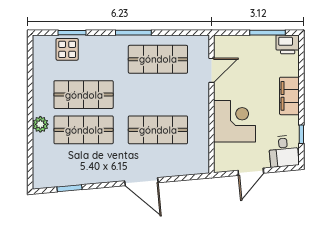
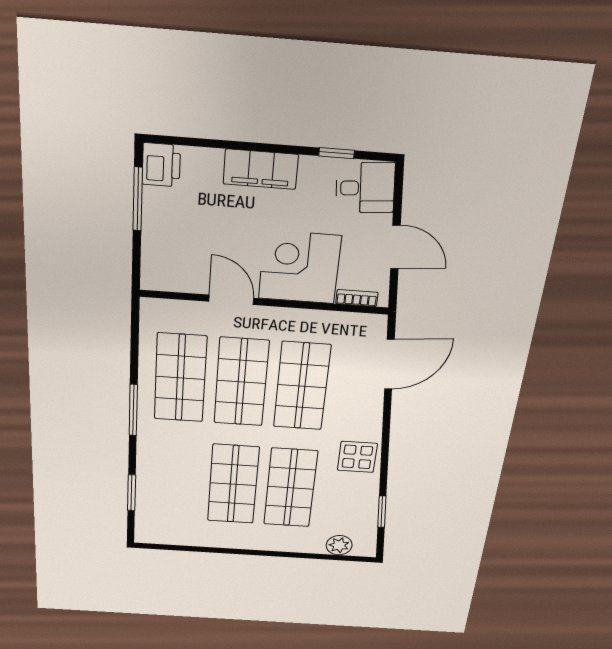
display table: (67, 49) -> (357, 457), moved
door: (211, 70) -> (231, 300), moved
shop shelf: (158, 95) -> (241, 382), added
plant: (40, 124) -> (339, 545), moved
bookcase: (218, 155) -> (357, 298), added
door: (141, 182) -> (389, 364), moved

